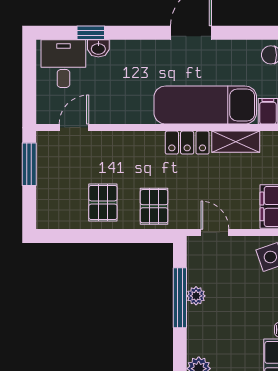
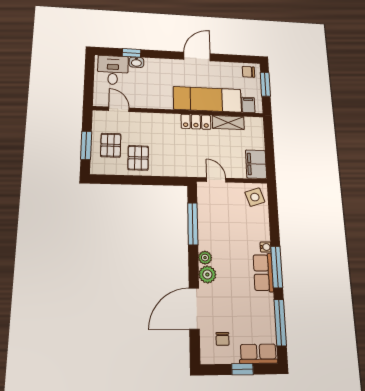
door: (74, 128) -> (119, 109), hinge flipped
window: (29, 164) -> (86, 145), moved
pallet: (154, 206) -> (111, 145), moved
plant: (196, 296) -> (205, 258), moved

